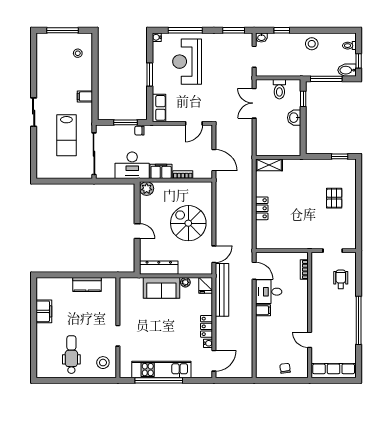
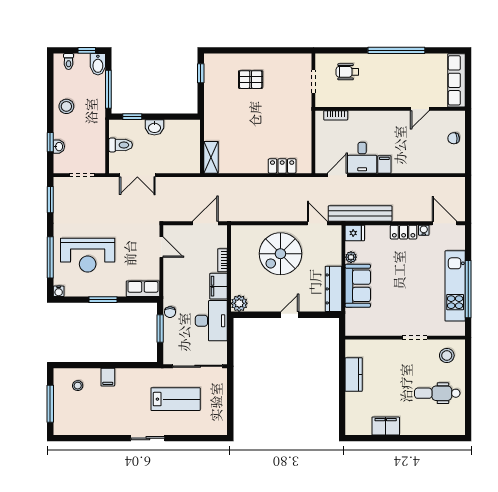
washbasin: (261, 37) -> (59, 147), moved
filing cabinet: (85, 96) -> (108, 377), moved
locker: (262, 208) -> (282, 166), moved

